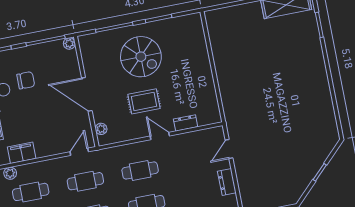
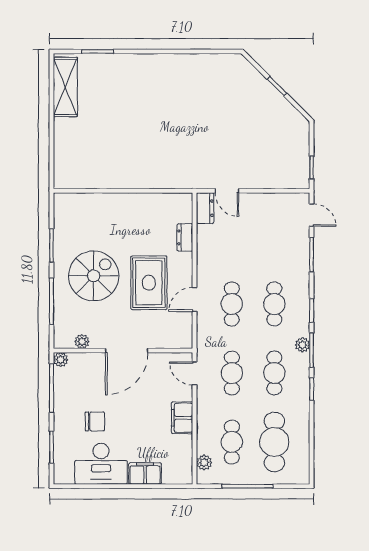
chair: (26, 80) -> (95, 421), turned 90
rug: (144, 101) -> (149, 283), width x1.36, depth x1.43
plant: (101, 129) -> (82, 342), moved
door: (160, 136) -> (195, 300), moved
filing cabinet: (22, 153) -> (182, 418), moved
dresser: (227, 182) -> (205, 208), moved, turned -90

